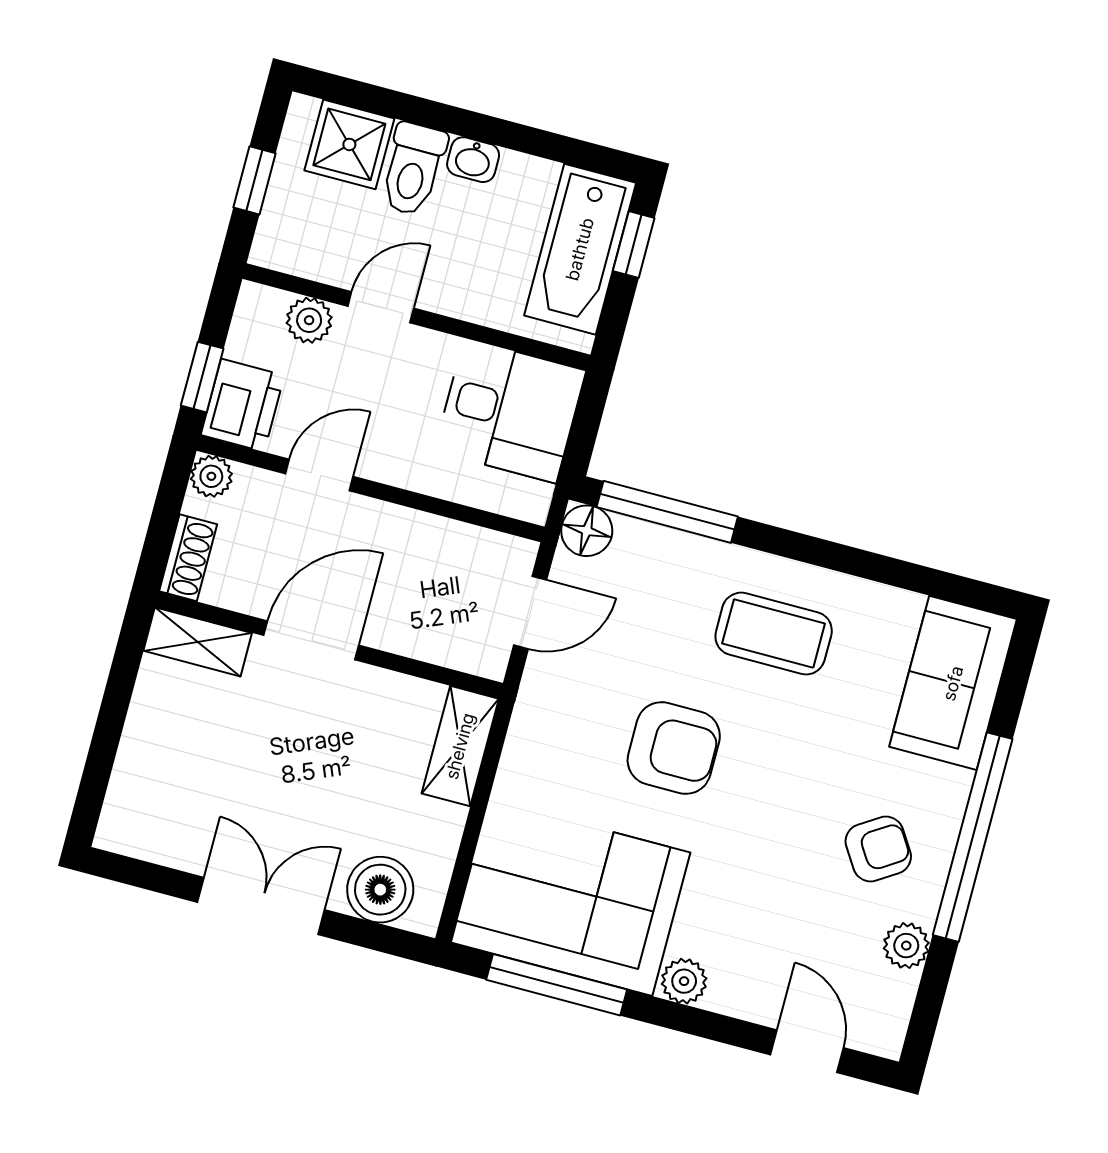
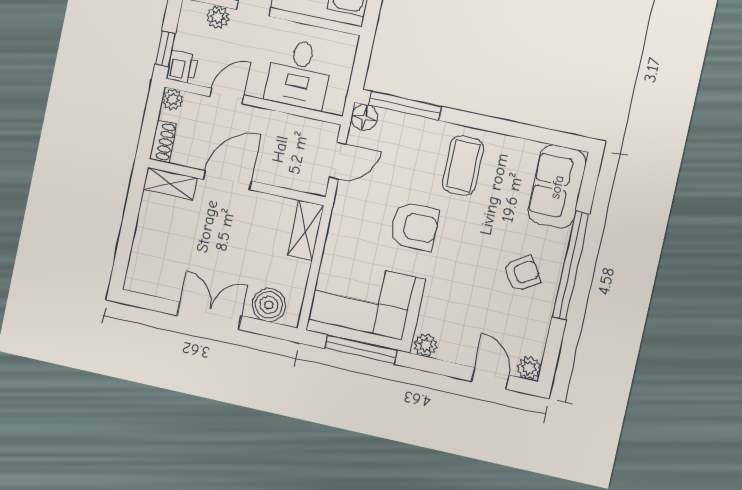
printer: (243, 405) -> (182, 67), width x0.73, depth x0.81
desk: (510, 411) -> (299, 74), moved, turned 90
coffee table: (774, 634) -> (463, 166), turned 90
plant: (906, 946) -> (529, 368), moved

